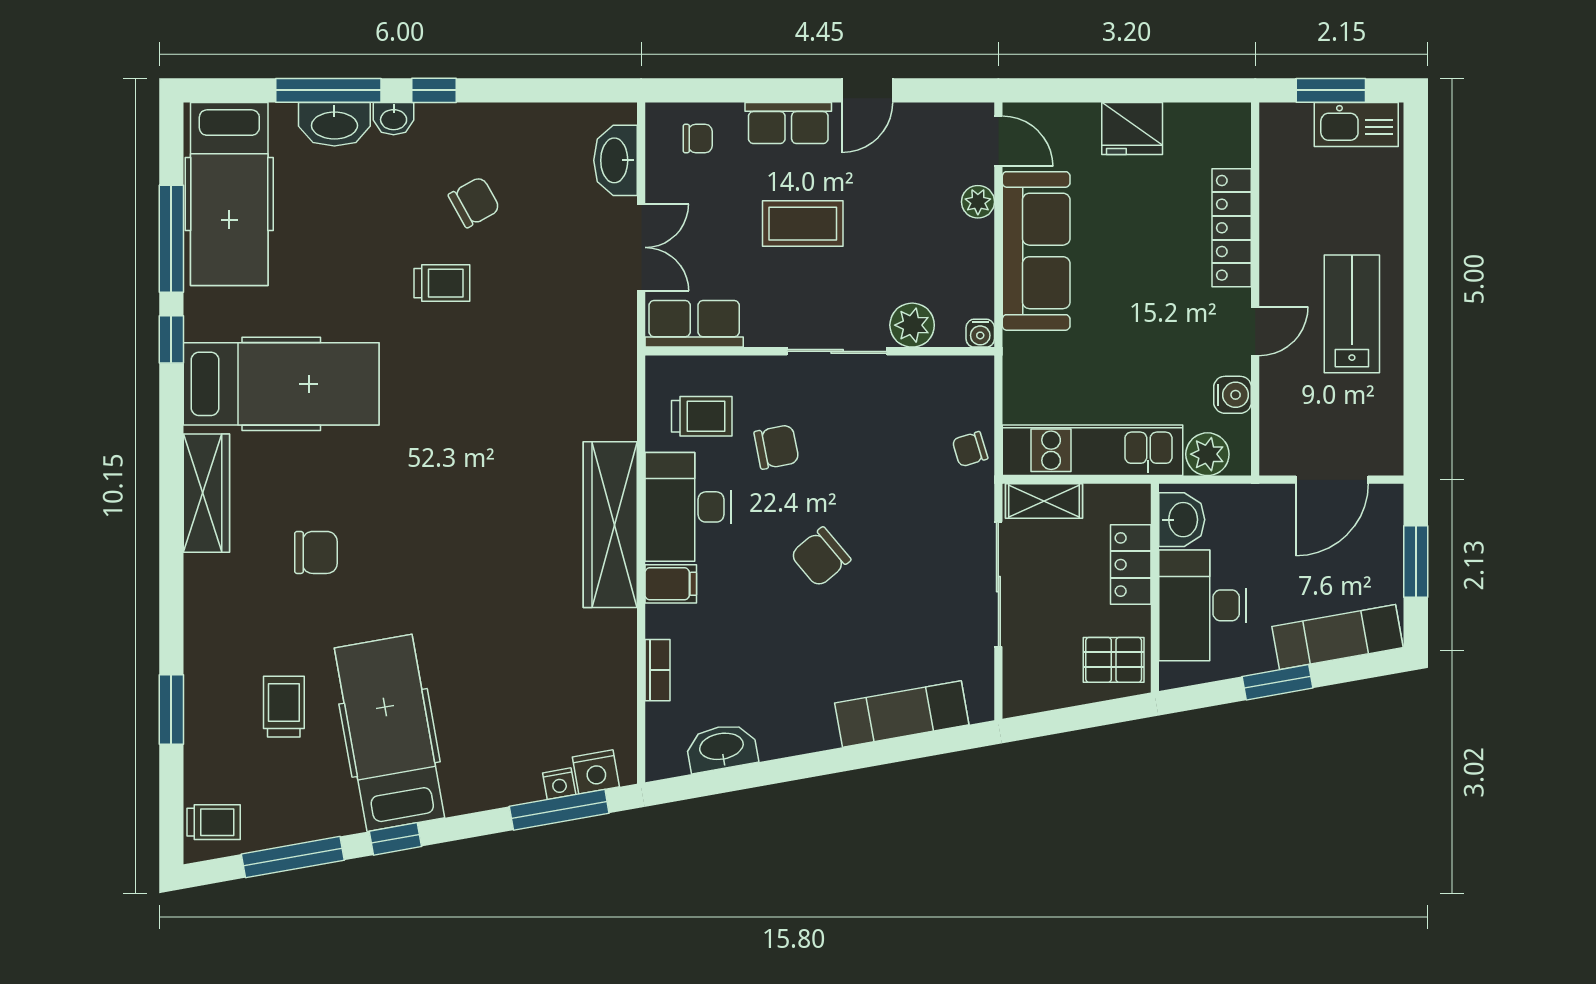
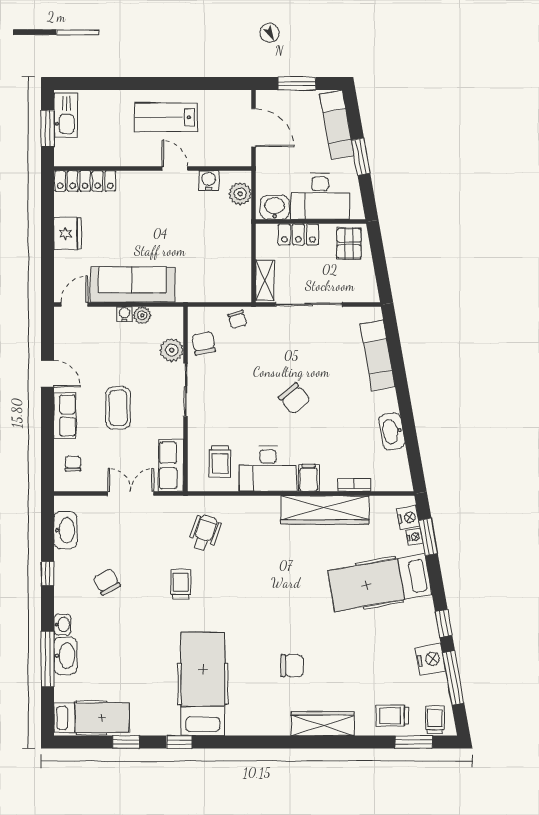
window: (434, 90) -> (48, 574), moved
washbasin: (616, 160) -> (65, 530), moved, turned -90
hospital bed: (229, 194) -> (91, 718), width x0.73, depth x0.78
plant: (978, 202) -> (142, 315), moved
locker: (1232, 228) -> (85, 181), moved
window: (171, 239) -> (126, 742), width x0.46
trolley: (442, 283) -> (181, 584), moved
water cooler: (980, 333) -> (124, 314), moved, turned -90
wheelchair: (567, 387) -> (205, 533), added
trolley: (702, 416) -> (220, 461), turned 180
chair: (776, 447) -> (204, 343), moved
kitchen unit: (1093, 450) -> (238, 255), removed
wardrobe: (206, 493) -> (323, 724), moved
wardrobe: (610, 525) -> (325, 510), moved
chair: (316, 552) -> (292, 666), turned 90
trolley: (284, 707) -> (393, 716), moved
window: (171, 709) -> (414, 742), moved
hospital bed: (390, 733) -> (380, 583), moved
washbasin: (722, 748) -> (392, 431), moved
window: (559, 810) -> (428, 537), width x0.69
nightstand: (328, 814) -> (431, 659), added

